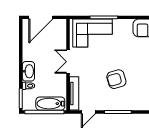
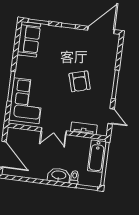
tv unit: (74, 93) -> (84, 128), width x0.71

